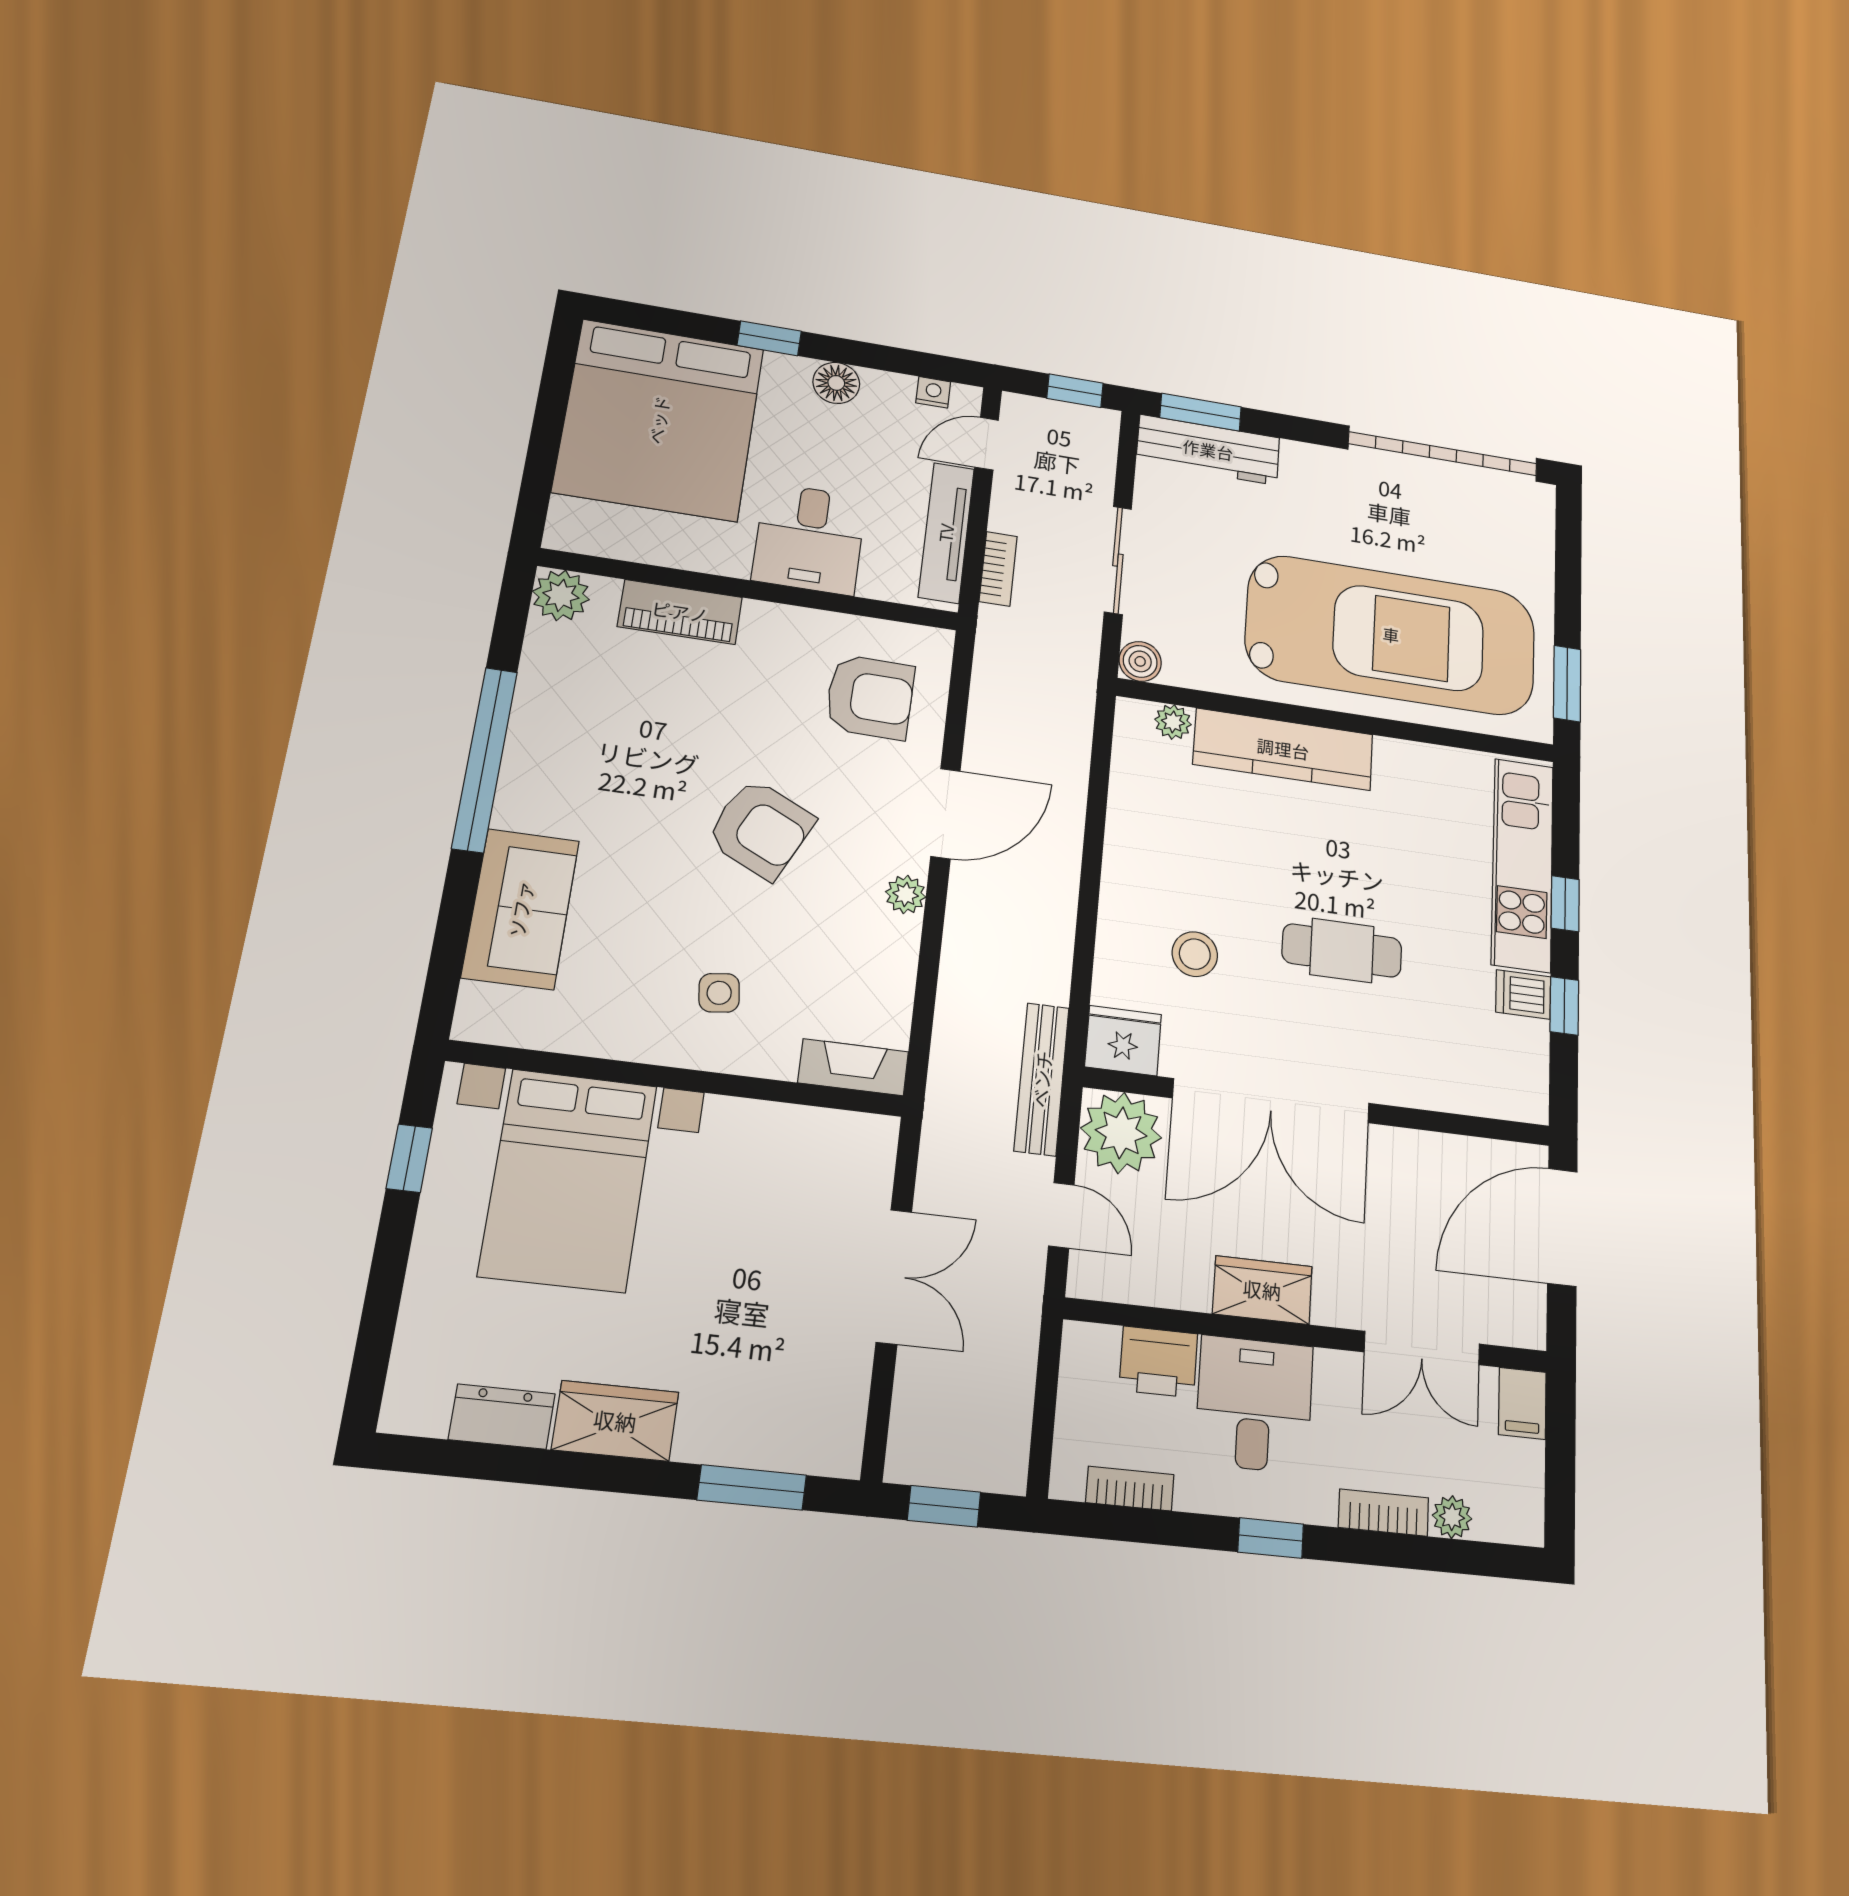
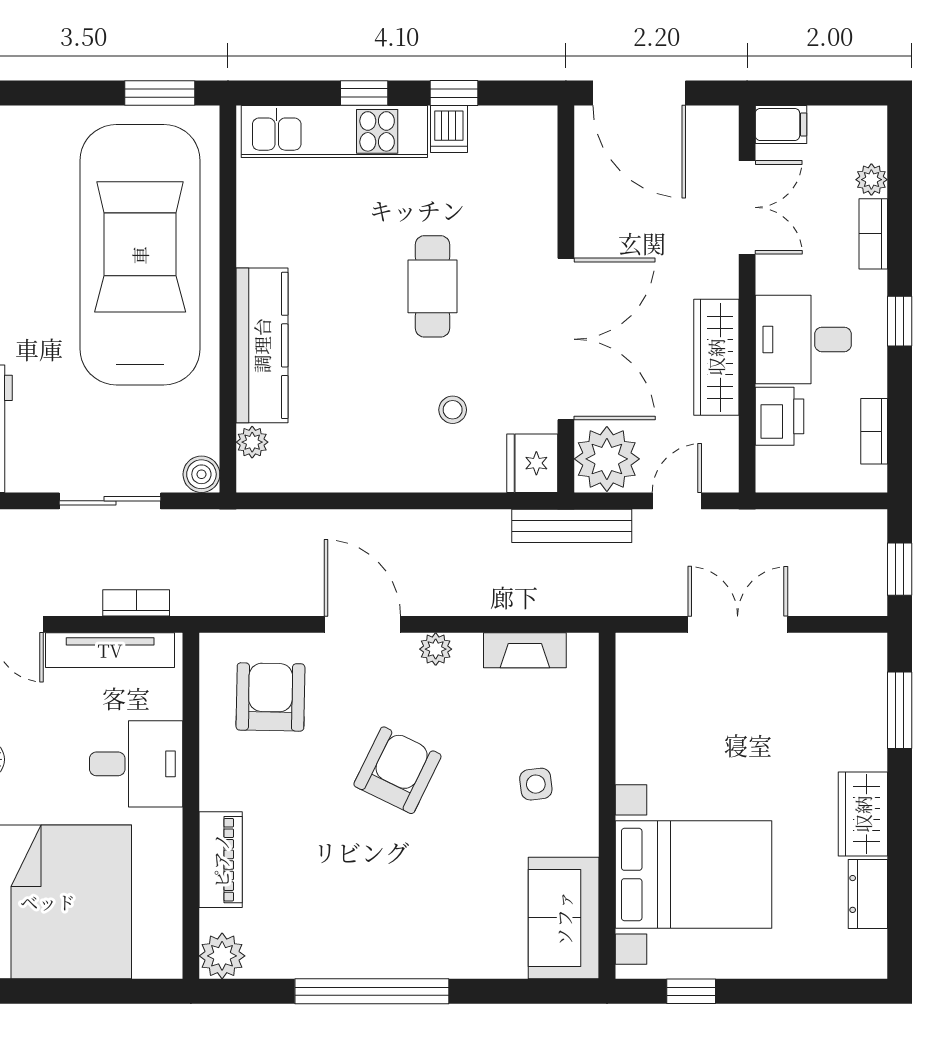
sofa: (521, 909) -> (564, 918), moved, turned -90
stool: (1195, 954) -> (453, 410), width x0.73, depth x0.73
fireplace: (853, 1067) -> (525, 650), moved, turned -90
wardrobe: (1262, 1290) -> (716, 357), width x1.50

